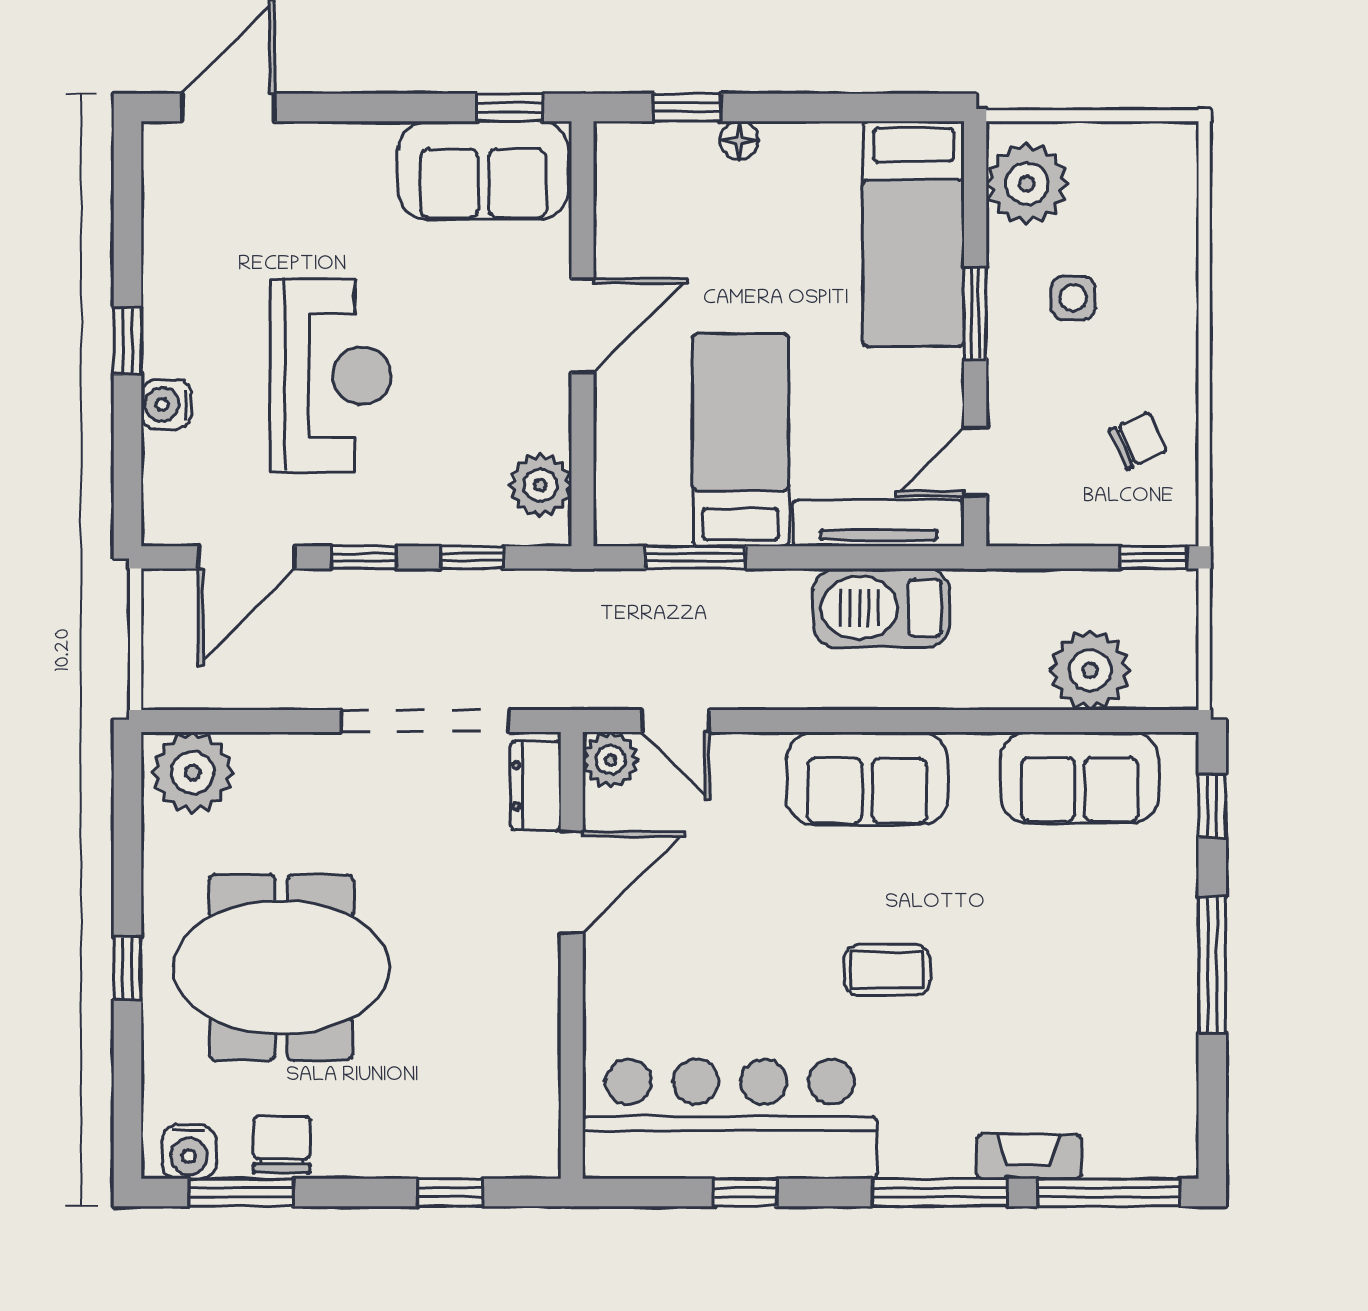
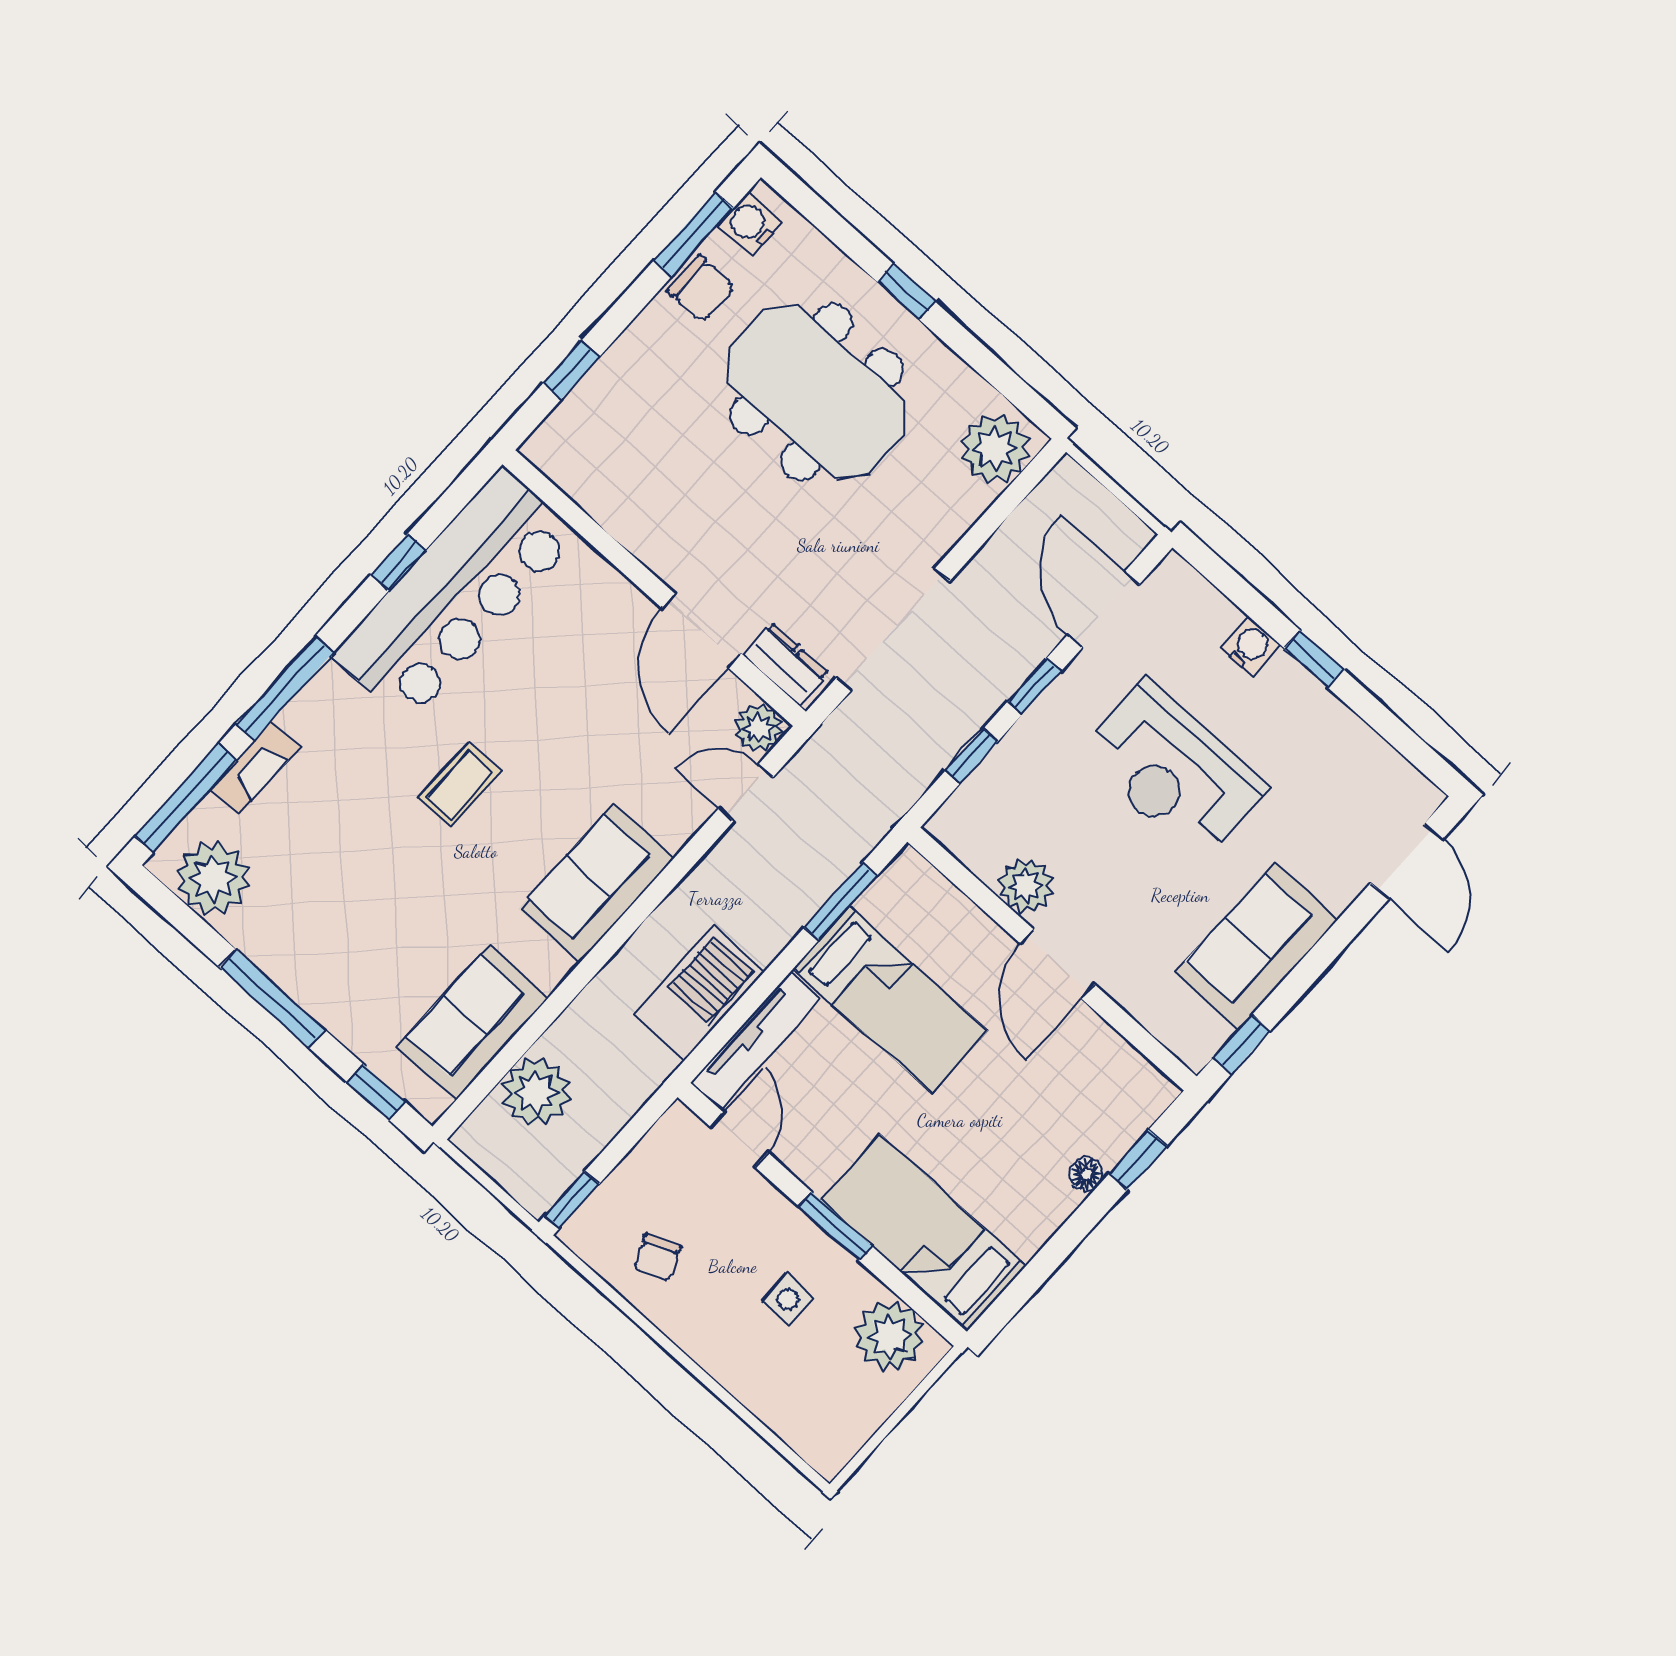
sofa: (483, 170) -> (1256, 946), moved
plant: (540, 485) -> (1026, 886), moved
meeting table: (281, 967) -> (816, 392), turned 90
plant: (1156, 1108) -> (213, 878), added

